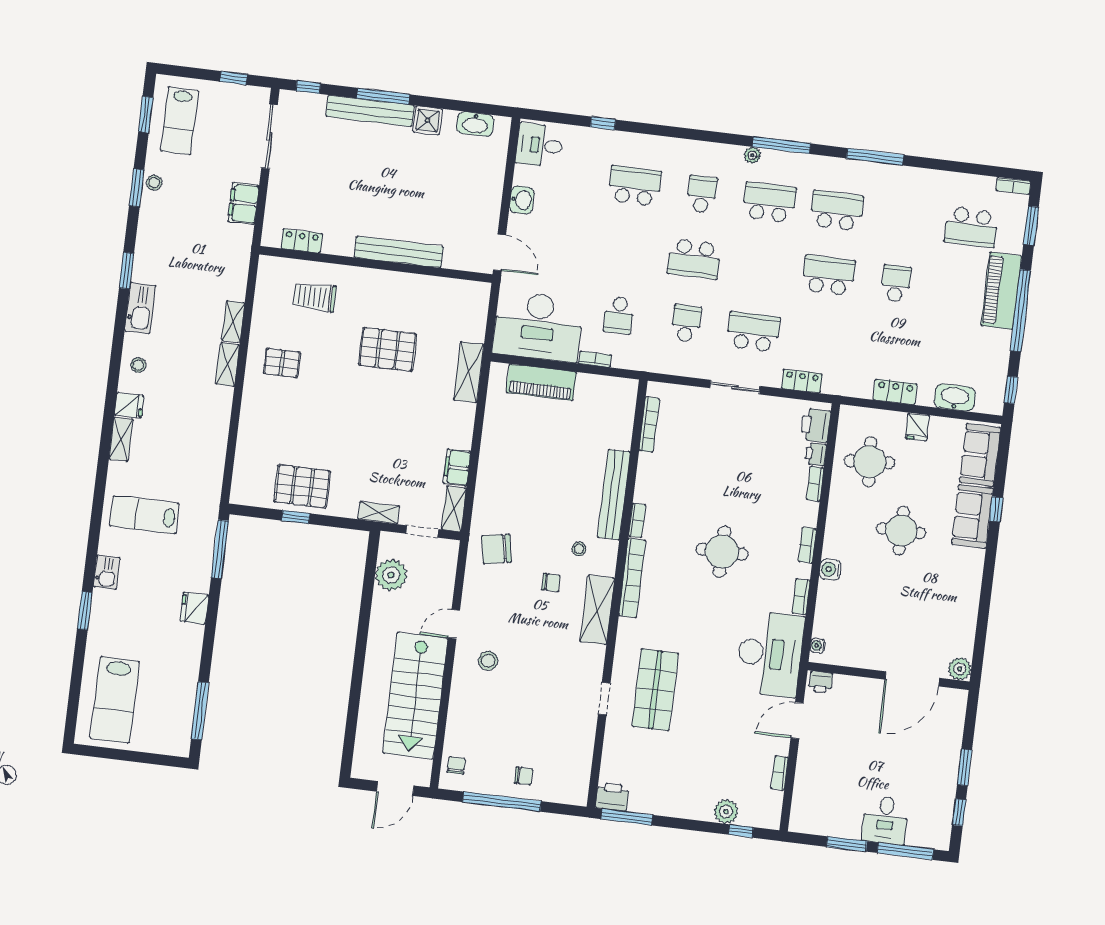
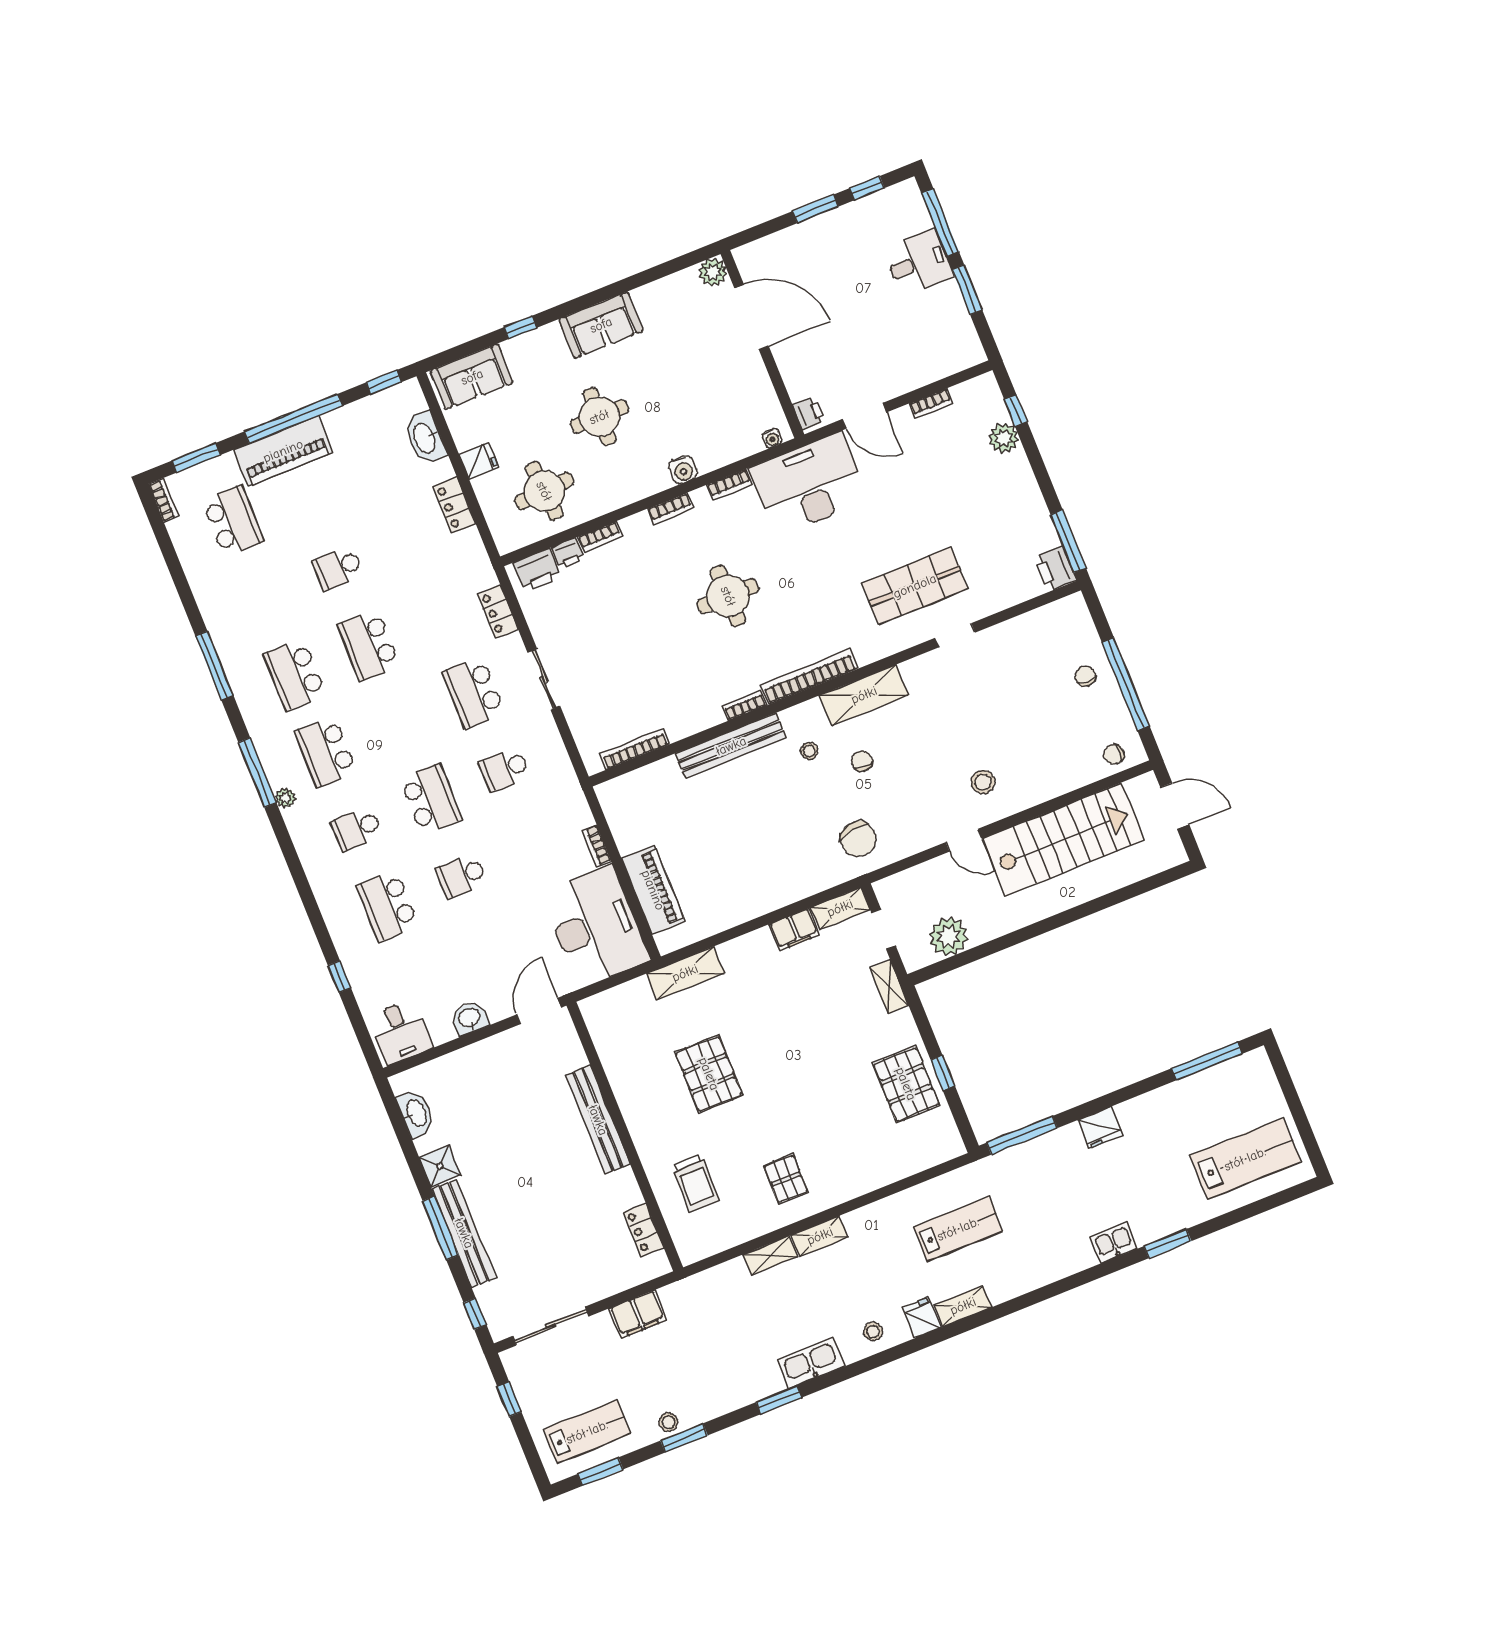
school desk: (619, 315) -> (462, 876), moved, turned 180
lab bench: (144, 515) -> (958, 1229), moved, turned -90
sofa: (972, 516) -> (601, 325), moved

